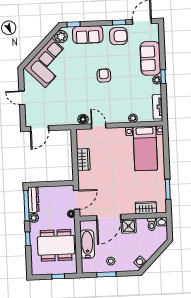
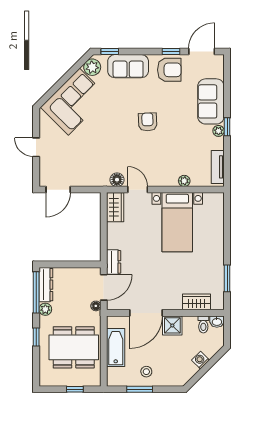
bed with nightstands: (145, 148) -> (177, 222), moved
wardrobe: (83, 160) -> (115, 207), moved
dresser: (83, 181) -> (114, 262), added
washing machine: (140, 262) -> (201, 360), moved

